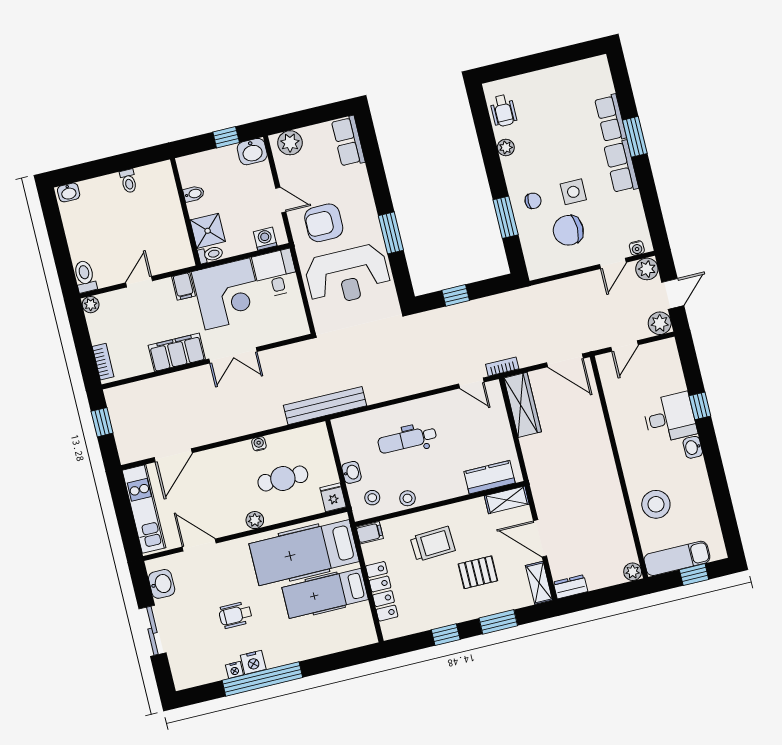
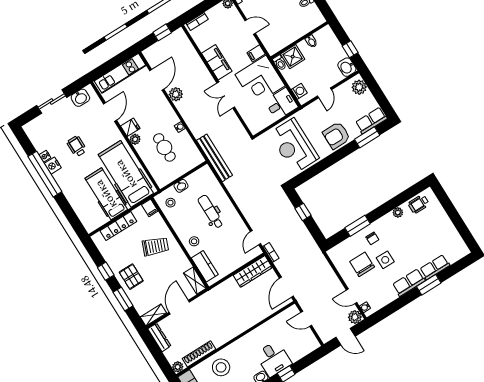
armchair: (324, 223) -> (336, 135), moved, turned -90
window: (391, 233) -> (367, 137), moved
plant: (660, 323) -> (176, 94), moved
door: (173, 455) -> (157, 80), swing flipped
fridge: (333, 497) -> (130, 127), moved
stool: (407, 498) -> (194, 241), moved
shoe rack: (623, 532) -> (199, 354), added
trolley: (433, 544) -> (155, 246), turned -66
pallet: (478, 572) -> (131, 277), moved
dresser: (570, 587) -> (159, 337), width x1.44

